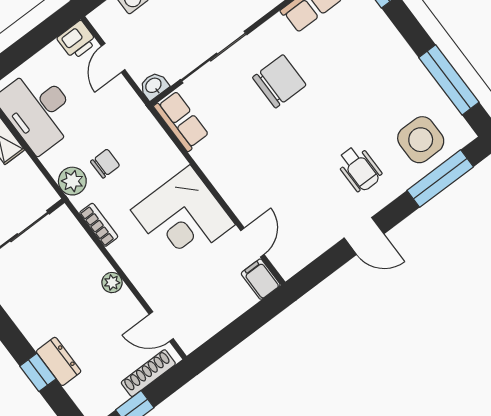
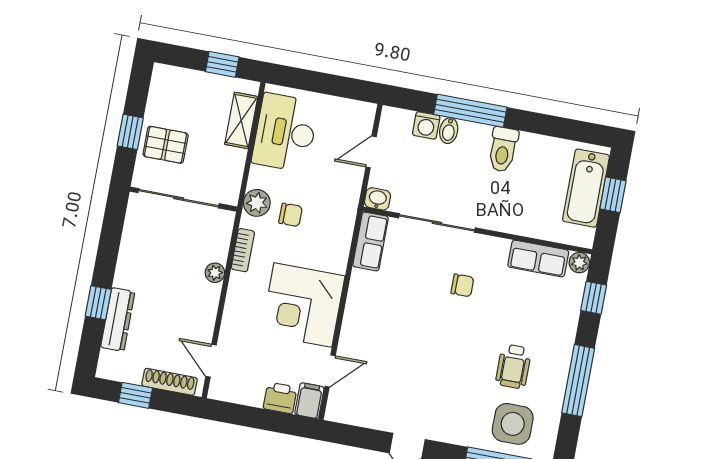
printer: (77, 40) -> (280, 398), moved, turned 180
window: (449, 80) -> (578, 381), moved
chair: (279, 81) -> (462, 285), width x0.54, depth x0.54
wheelchair: (359, 169) -> (513, 366), moved
plant: (112, 283) -> (215, 273), moved
dresser: (59, 361) -> (118, 320), width x1.44

